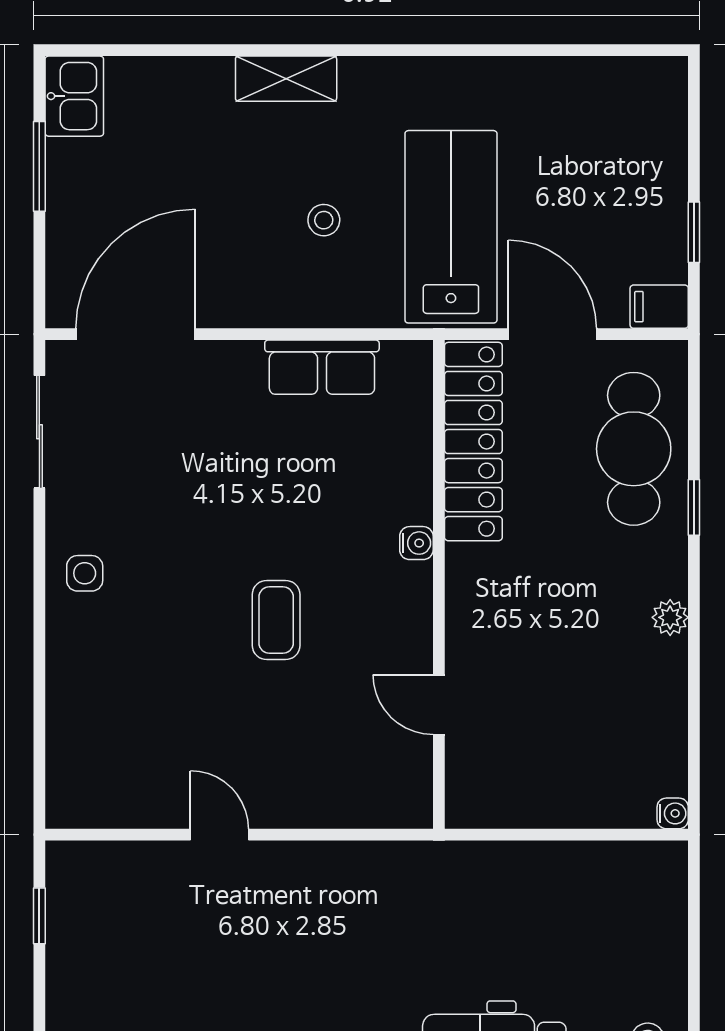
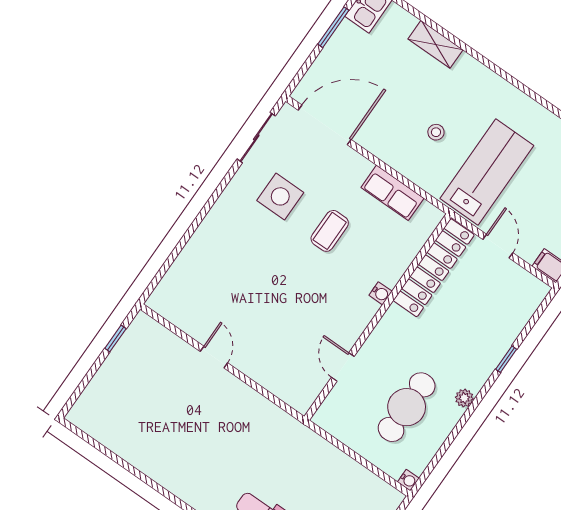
shelving: (286, 79) -> (435, 44), moved
door: (552, 334) -> (498, 246), width x0.73
cafe table: (634, 449) -> (407, 407), moved
side table: (85, 573) -> (280, 196), moved, width x1.87, depth x1.87
coffee table: (276, 620) -> (330, 231), moved

